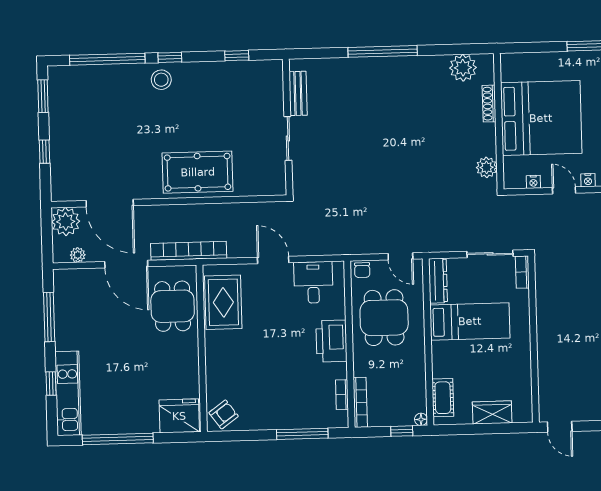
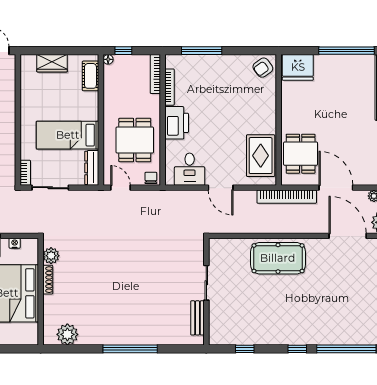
stool: (161, 80) -> (304, 332), removed
shoe rack: (489, 104) -> (48, 280), moved
bookcase: (342, 395) -> (170, 87), width x1.56

